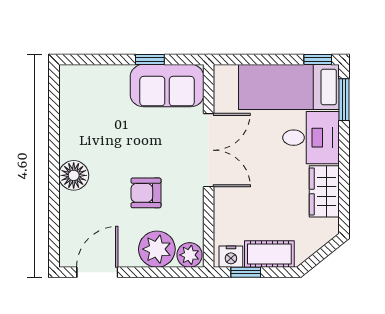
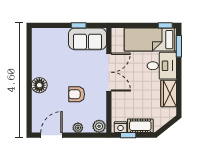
plant: (157, 249) -> (78, 128), width x0.53, depth x0.53

